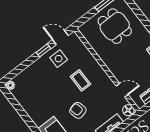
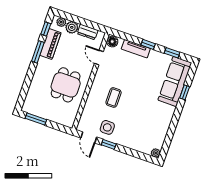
dining table: (115, 26) -> (66, 85), moved
armchair: (78, 110) -> (140, 83), removed

